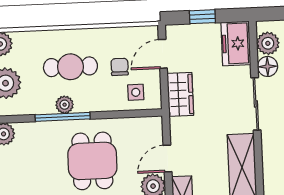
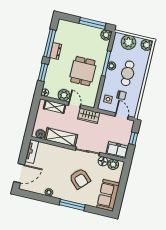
wardrobe: (180, 94) -> (89, 116), moved
dining table: (92, 161) -> (83, 71), turned 90

